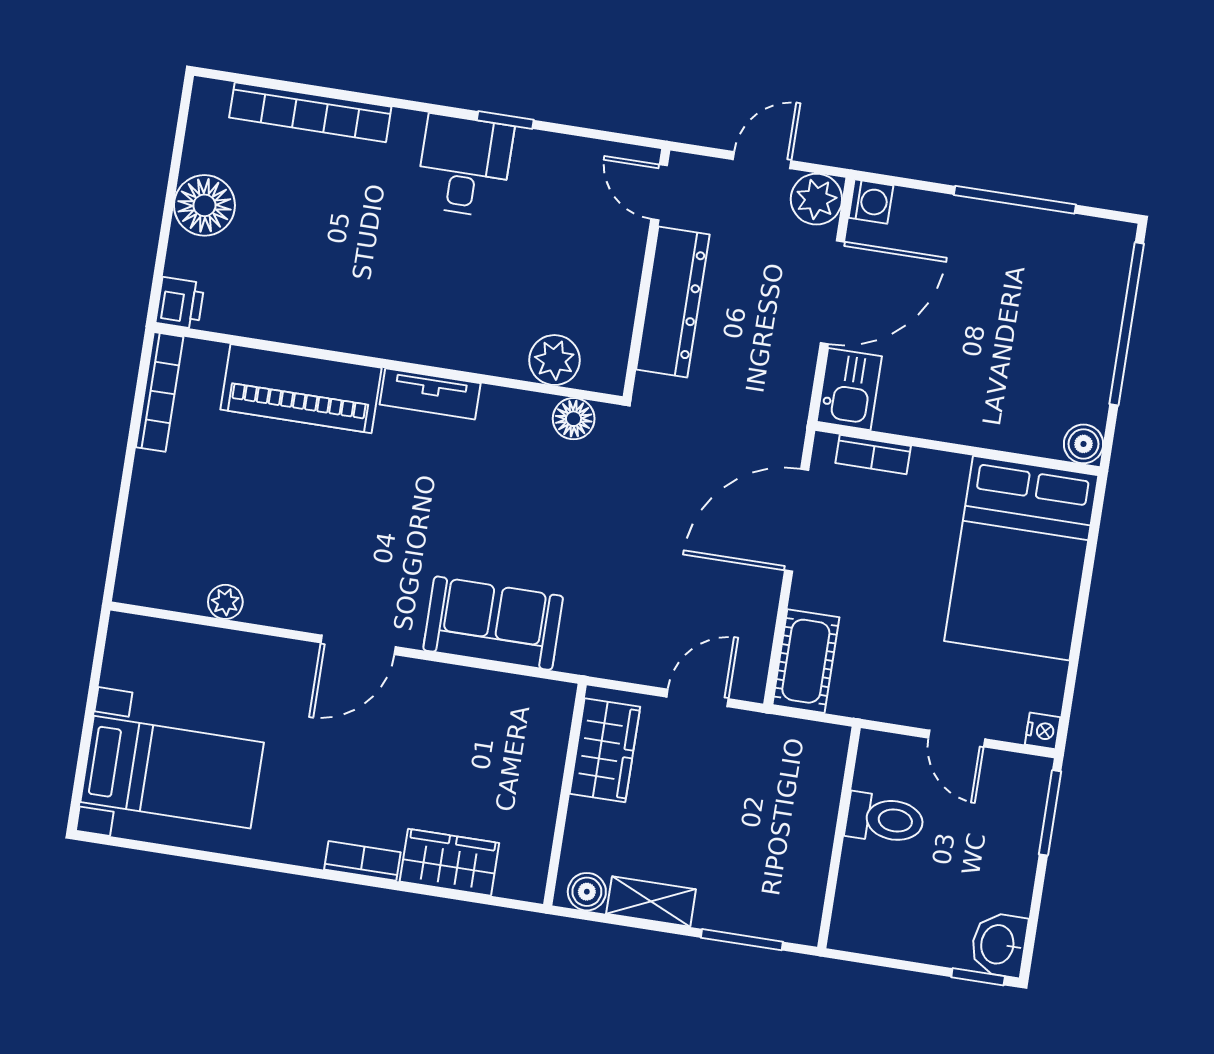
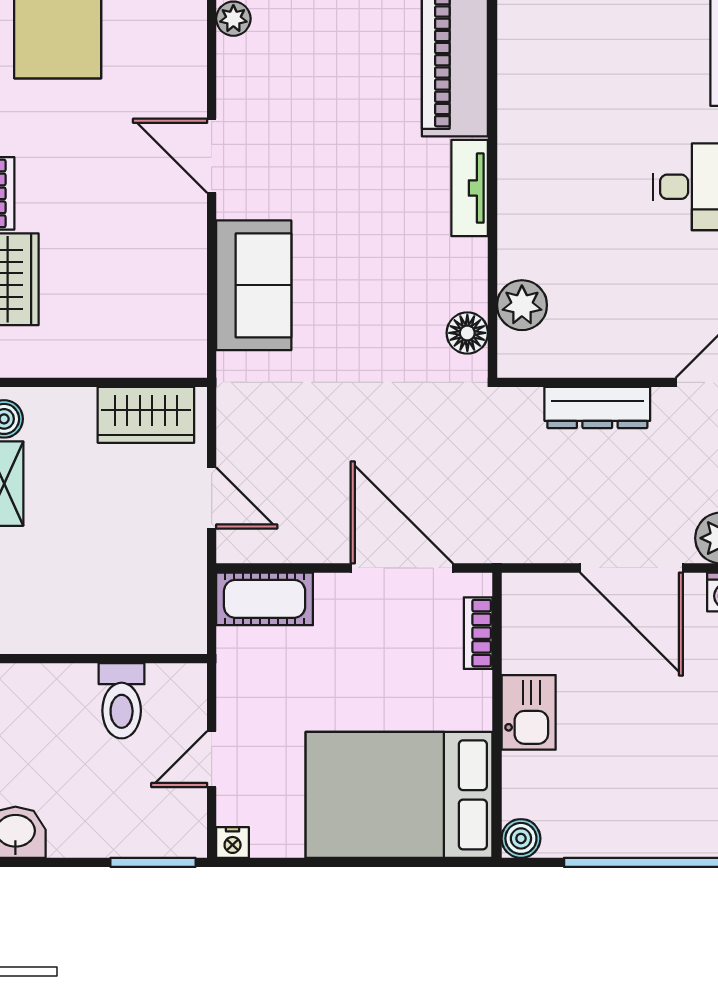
dresser: (673, 302) -> (597, 408), width x0.73, depth x0.80
kitchen sink: (849, 389) -> (529, 712), moved, turned -90

